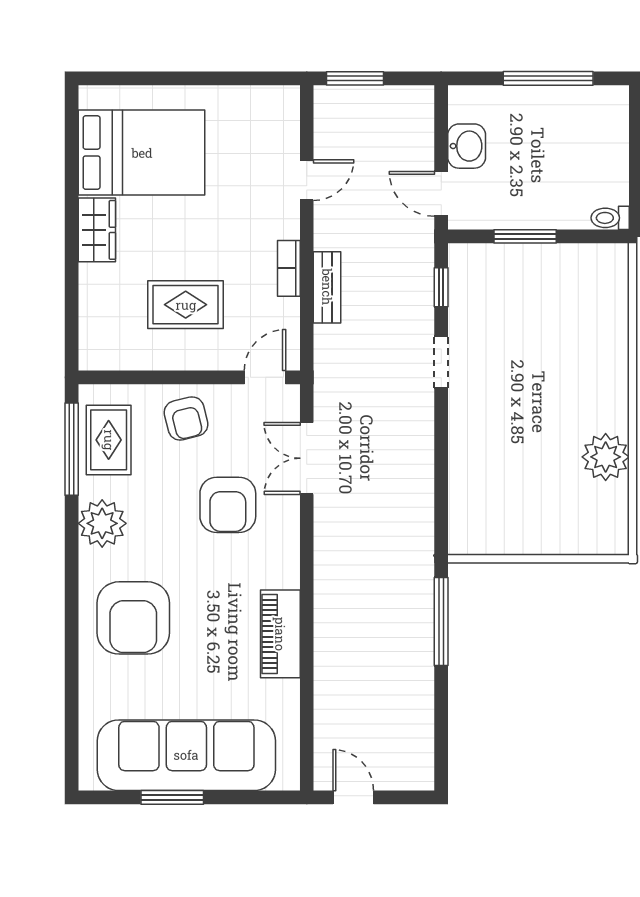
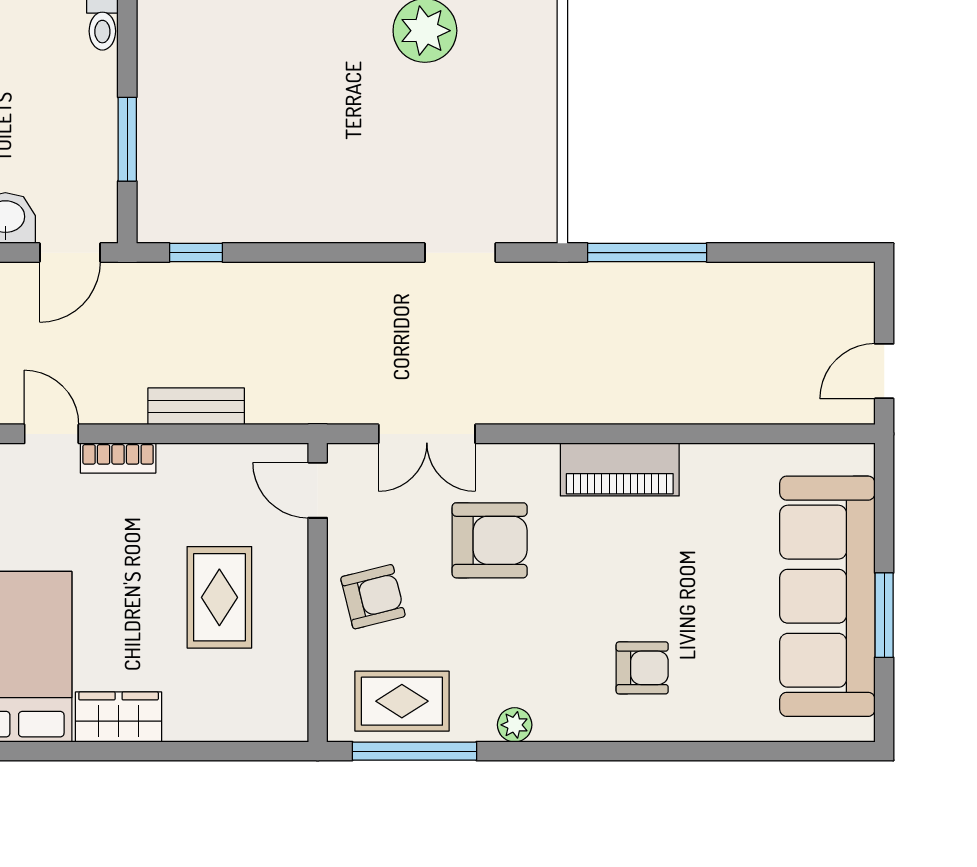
bookcase: (289, 268) -> (118, 458), moved
doorway: (441, 362) -> (460, 253), moved
plant: (102, 523) -> (515, 725), width x0.53, depth x0.53
armchair: (133, 618) -> (642, 668), width x0.53, depth x0.53
piano: (280, 634) -> (620, 469), moved

